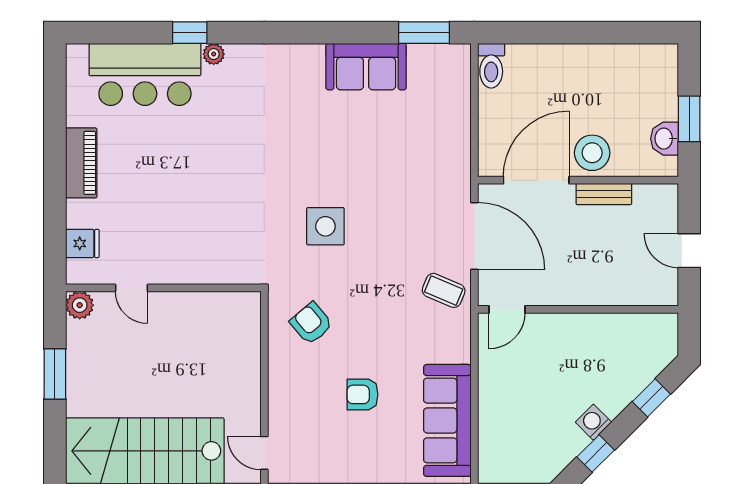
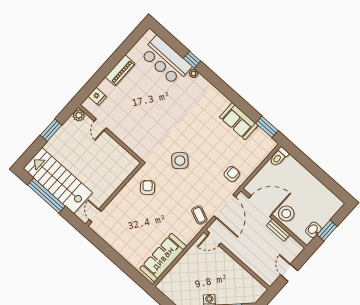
side table: (325, 226) -> (180, 161), turned 45
armchair: (362, 394) -> (232, 174), moved, turned 90

